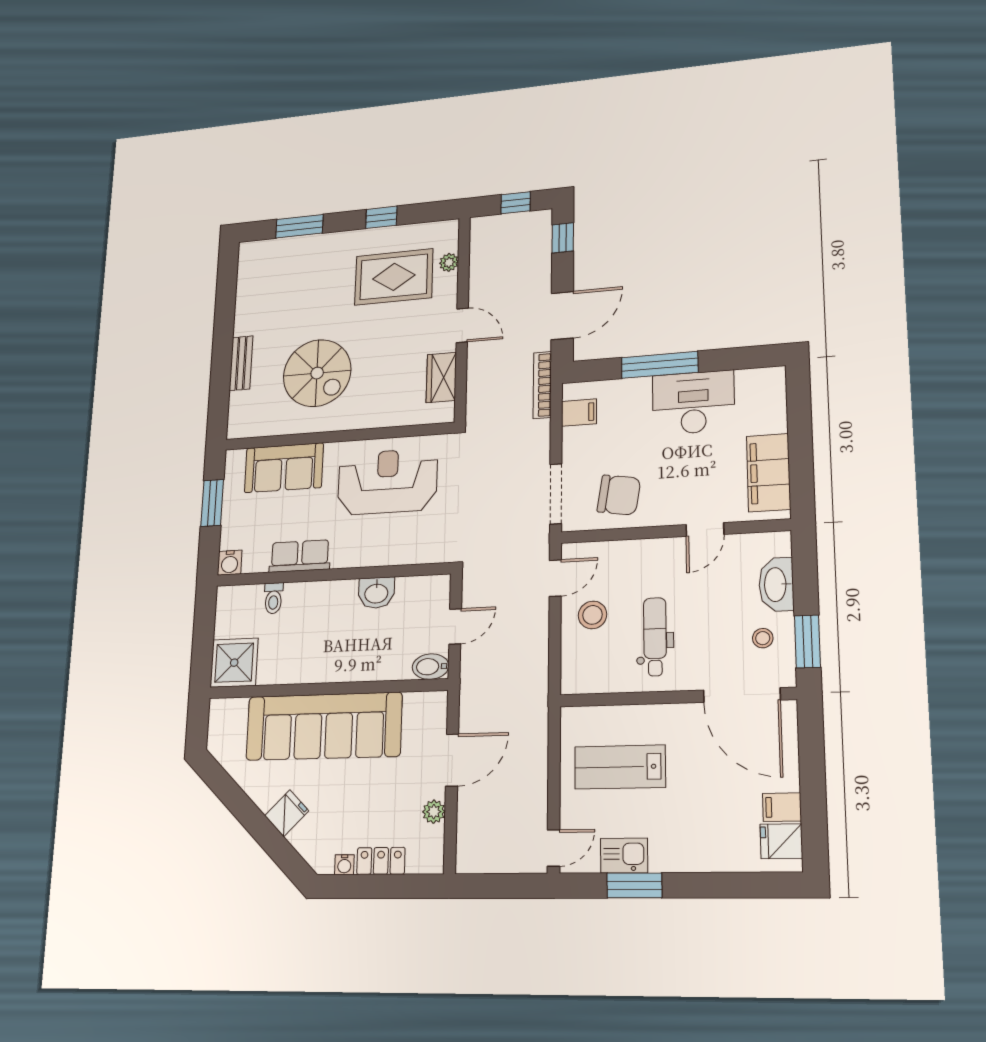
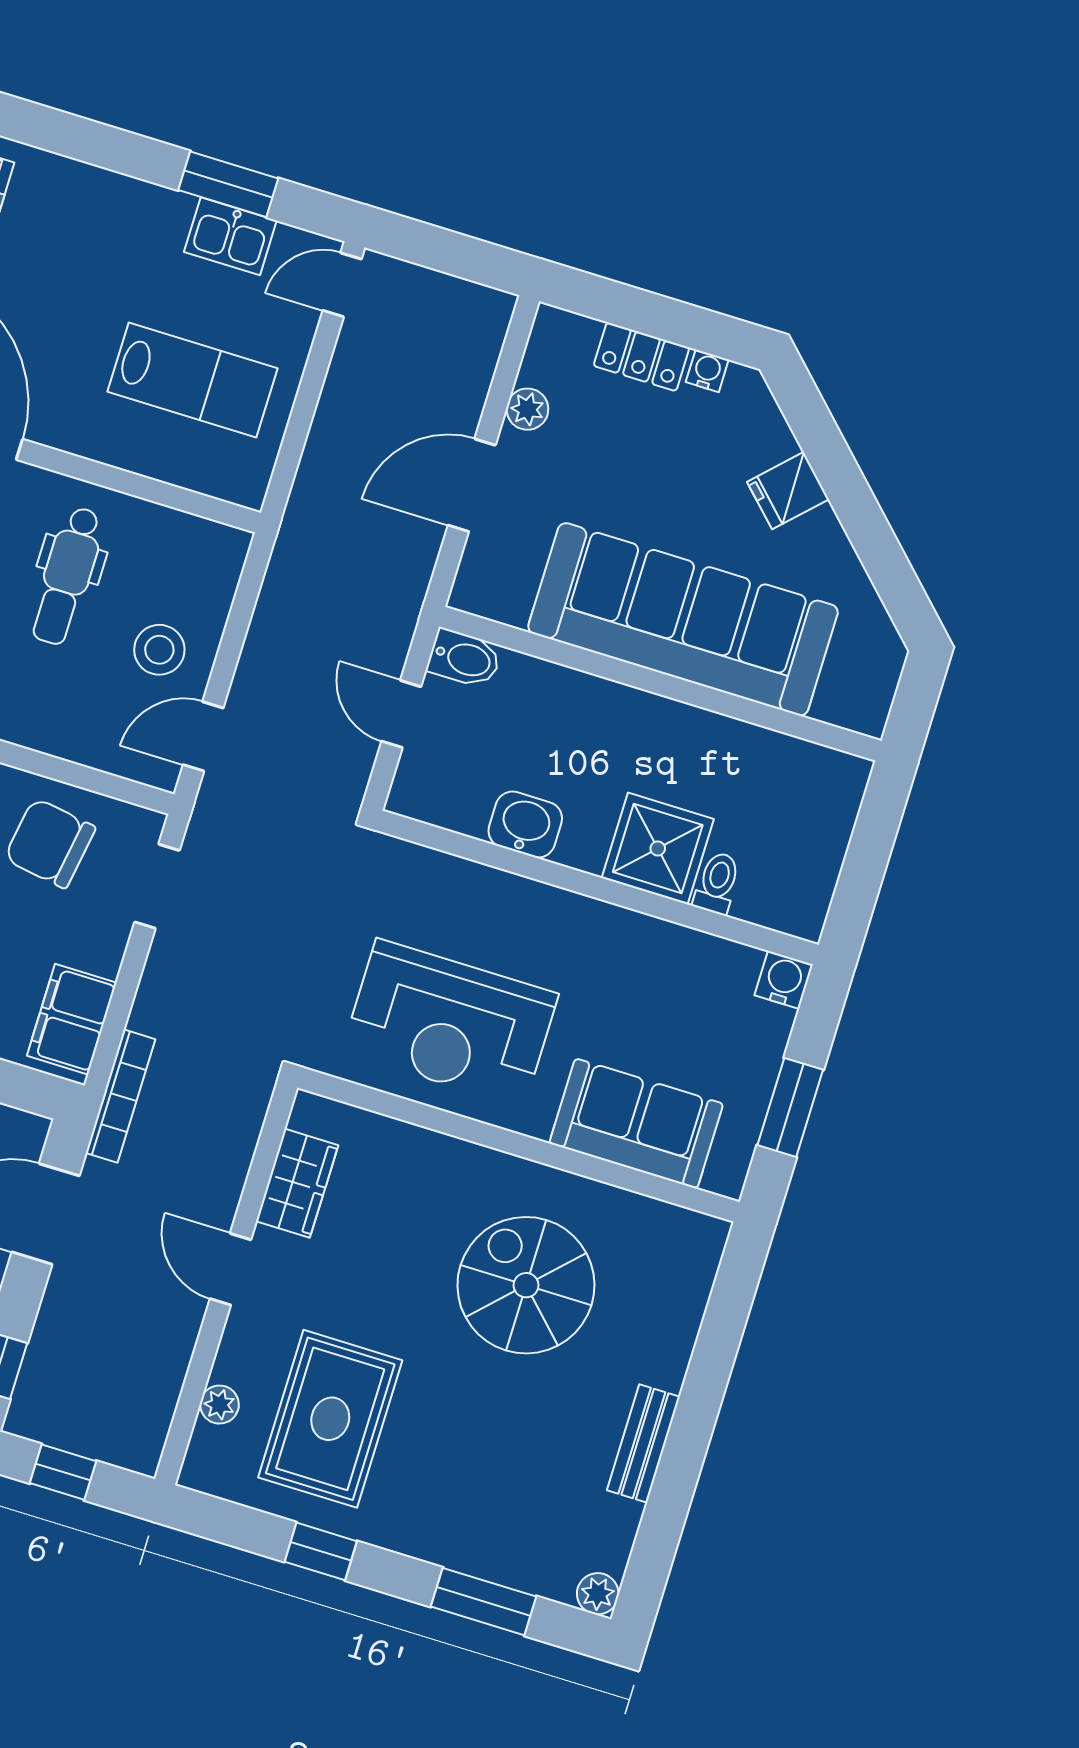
plant: (248, 251) -> (598, 1594), added
rug: (394, 277) -> (330, 1419), turned 90
bench: (241, 363) -> (643, 1444), moved
filing cabinet: (579, 413) -> (72, 1019), width x2.00
doorway: (556, 494) -> (157, 886), width x0.73
row of seats: (300, 556) -> (648, 944), removed
door: (455, 626) -> (401, 714), hinge flipped
shower: (234, 663) -> (658, 848), moved

